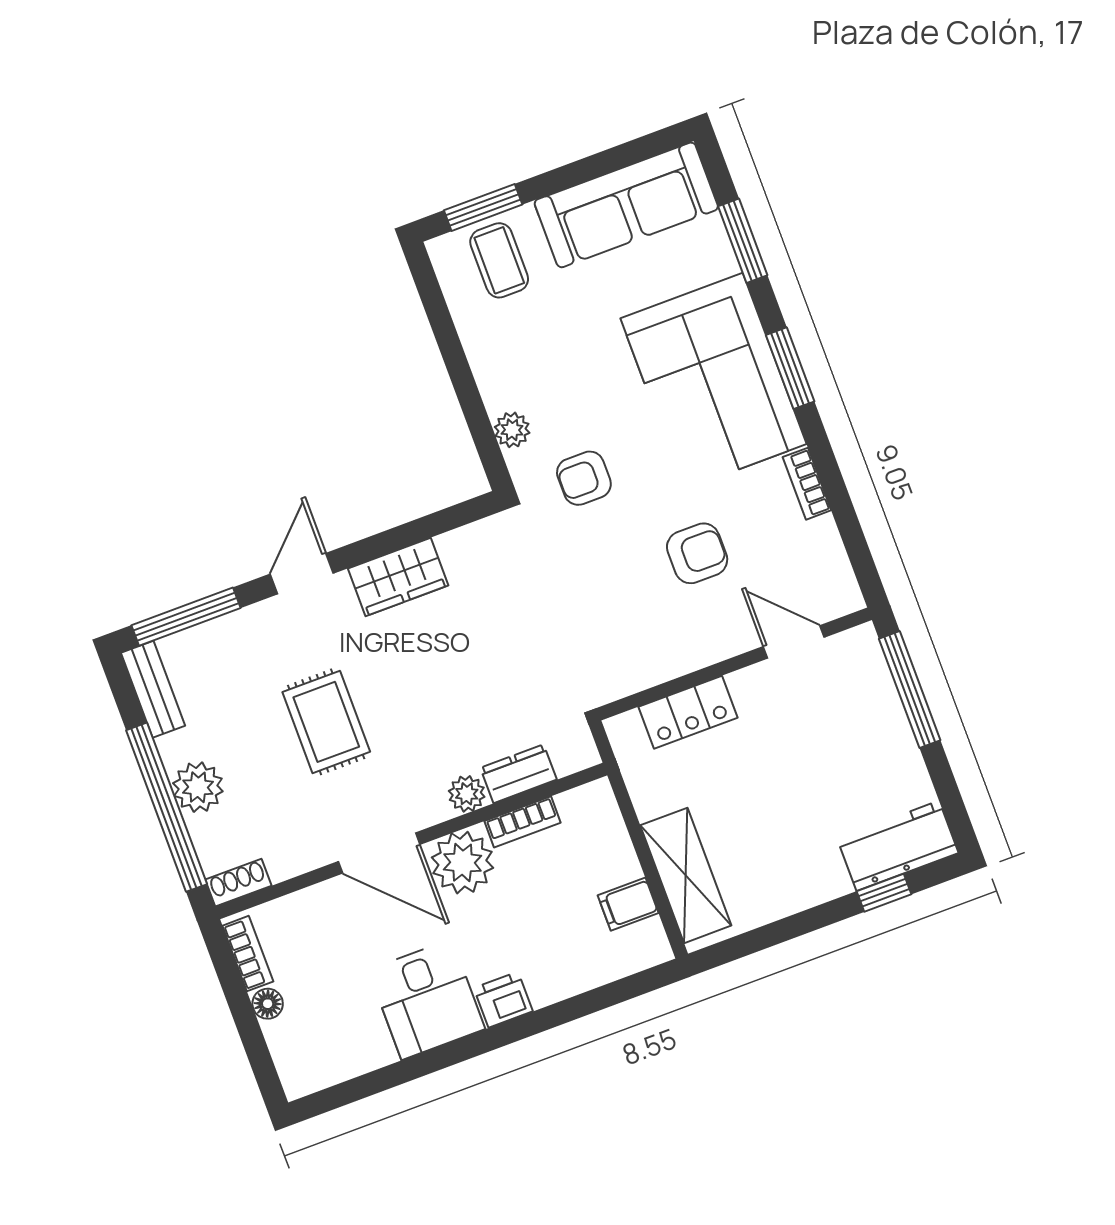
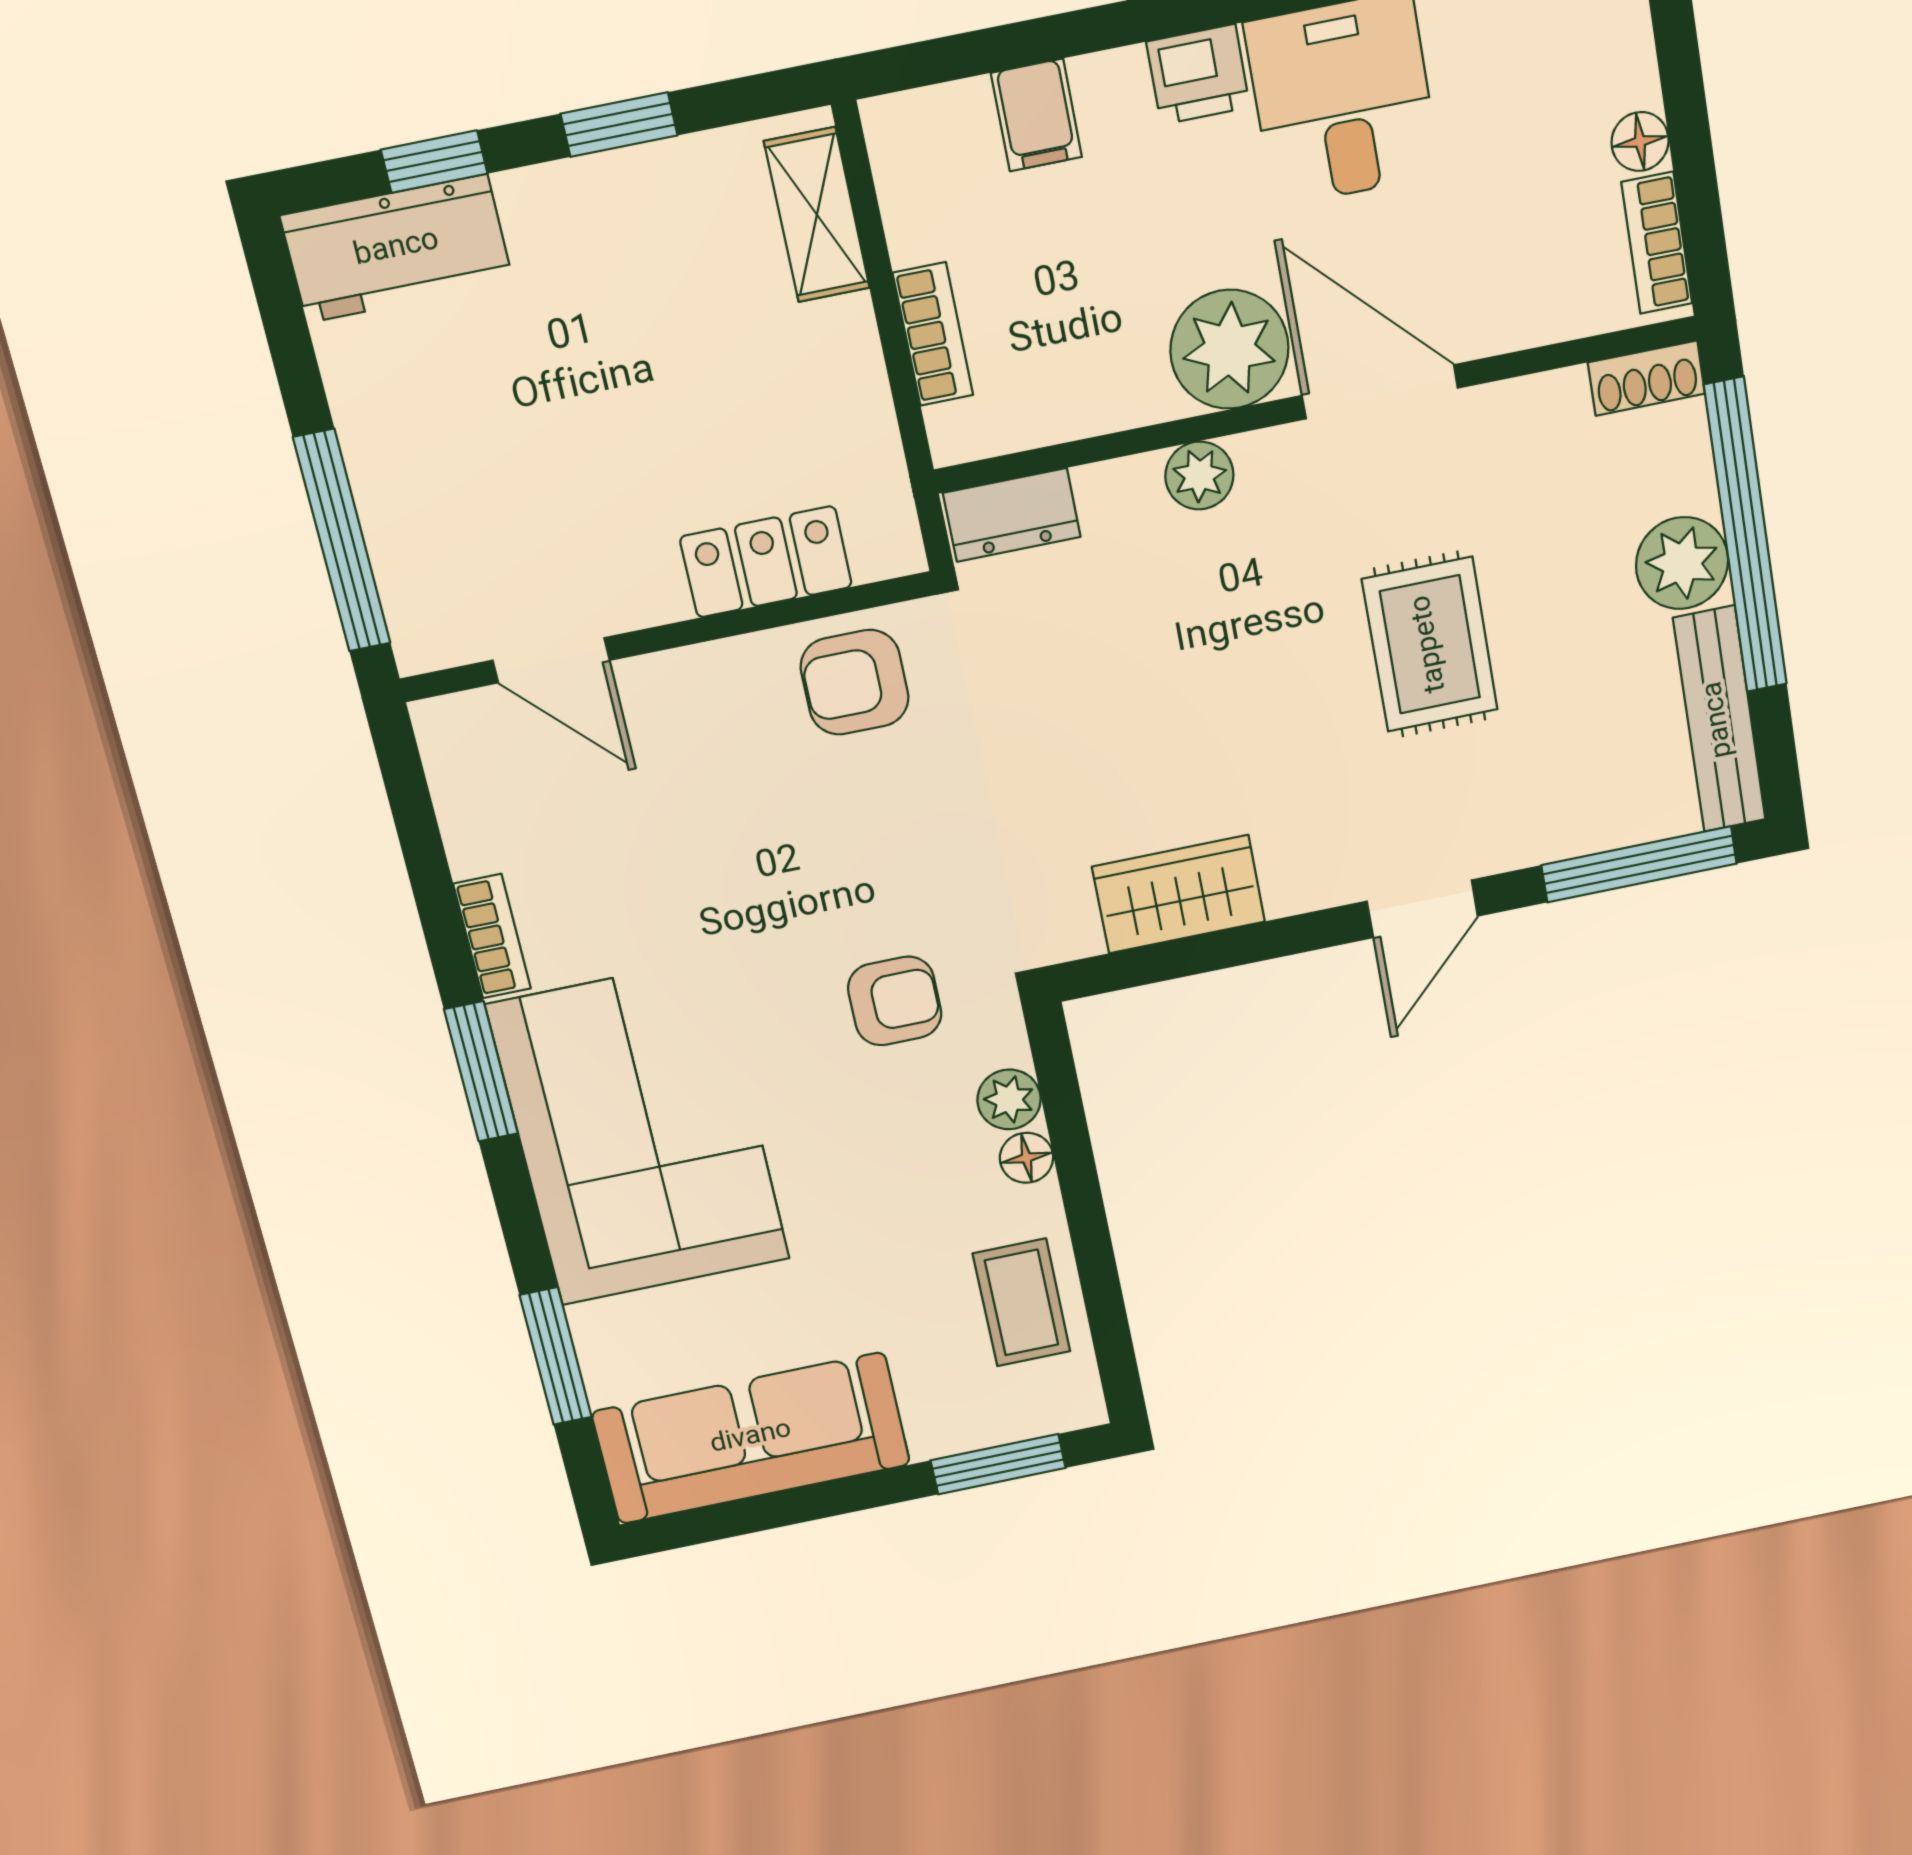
coffee table: (499, 260) -> (1022, 1303), moved
window: (790, 368) -> (481, 1072), moved
floor lamp: (497, 397) -> (1027, 1158), added
armchair: (697, 553) -> (855, 682), moved
wardrobe: (398, 577) -> (1179, 894), moved
bench: (153, 689) -> (1719, 719), width x1.36
dresser: (519, 774) -> (1012, 515), moved
bookcase: (523, 822) -> (933, 334), moved, turned 90
shelving: (686, 875) -> (817, 215), width x0.67, depth x0.75
filing cabinet: (628, 904) -> (1036, 115), moved, turned 90
window: (793, 926) -> (619, 125), added

